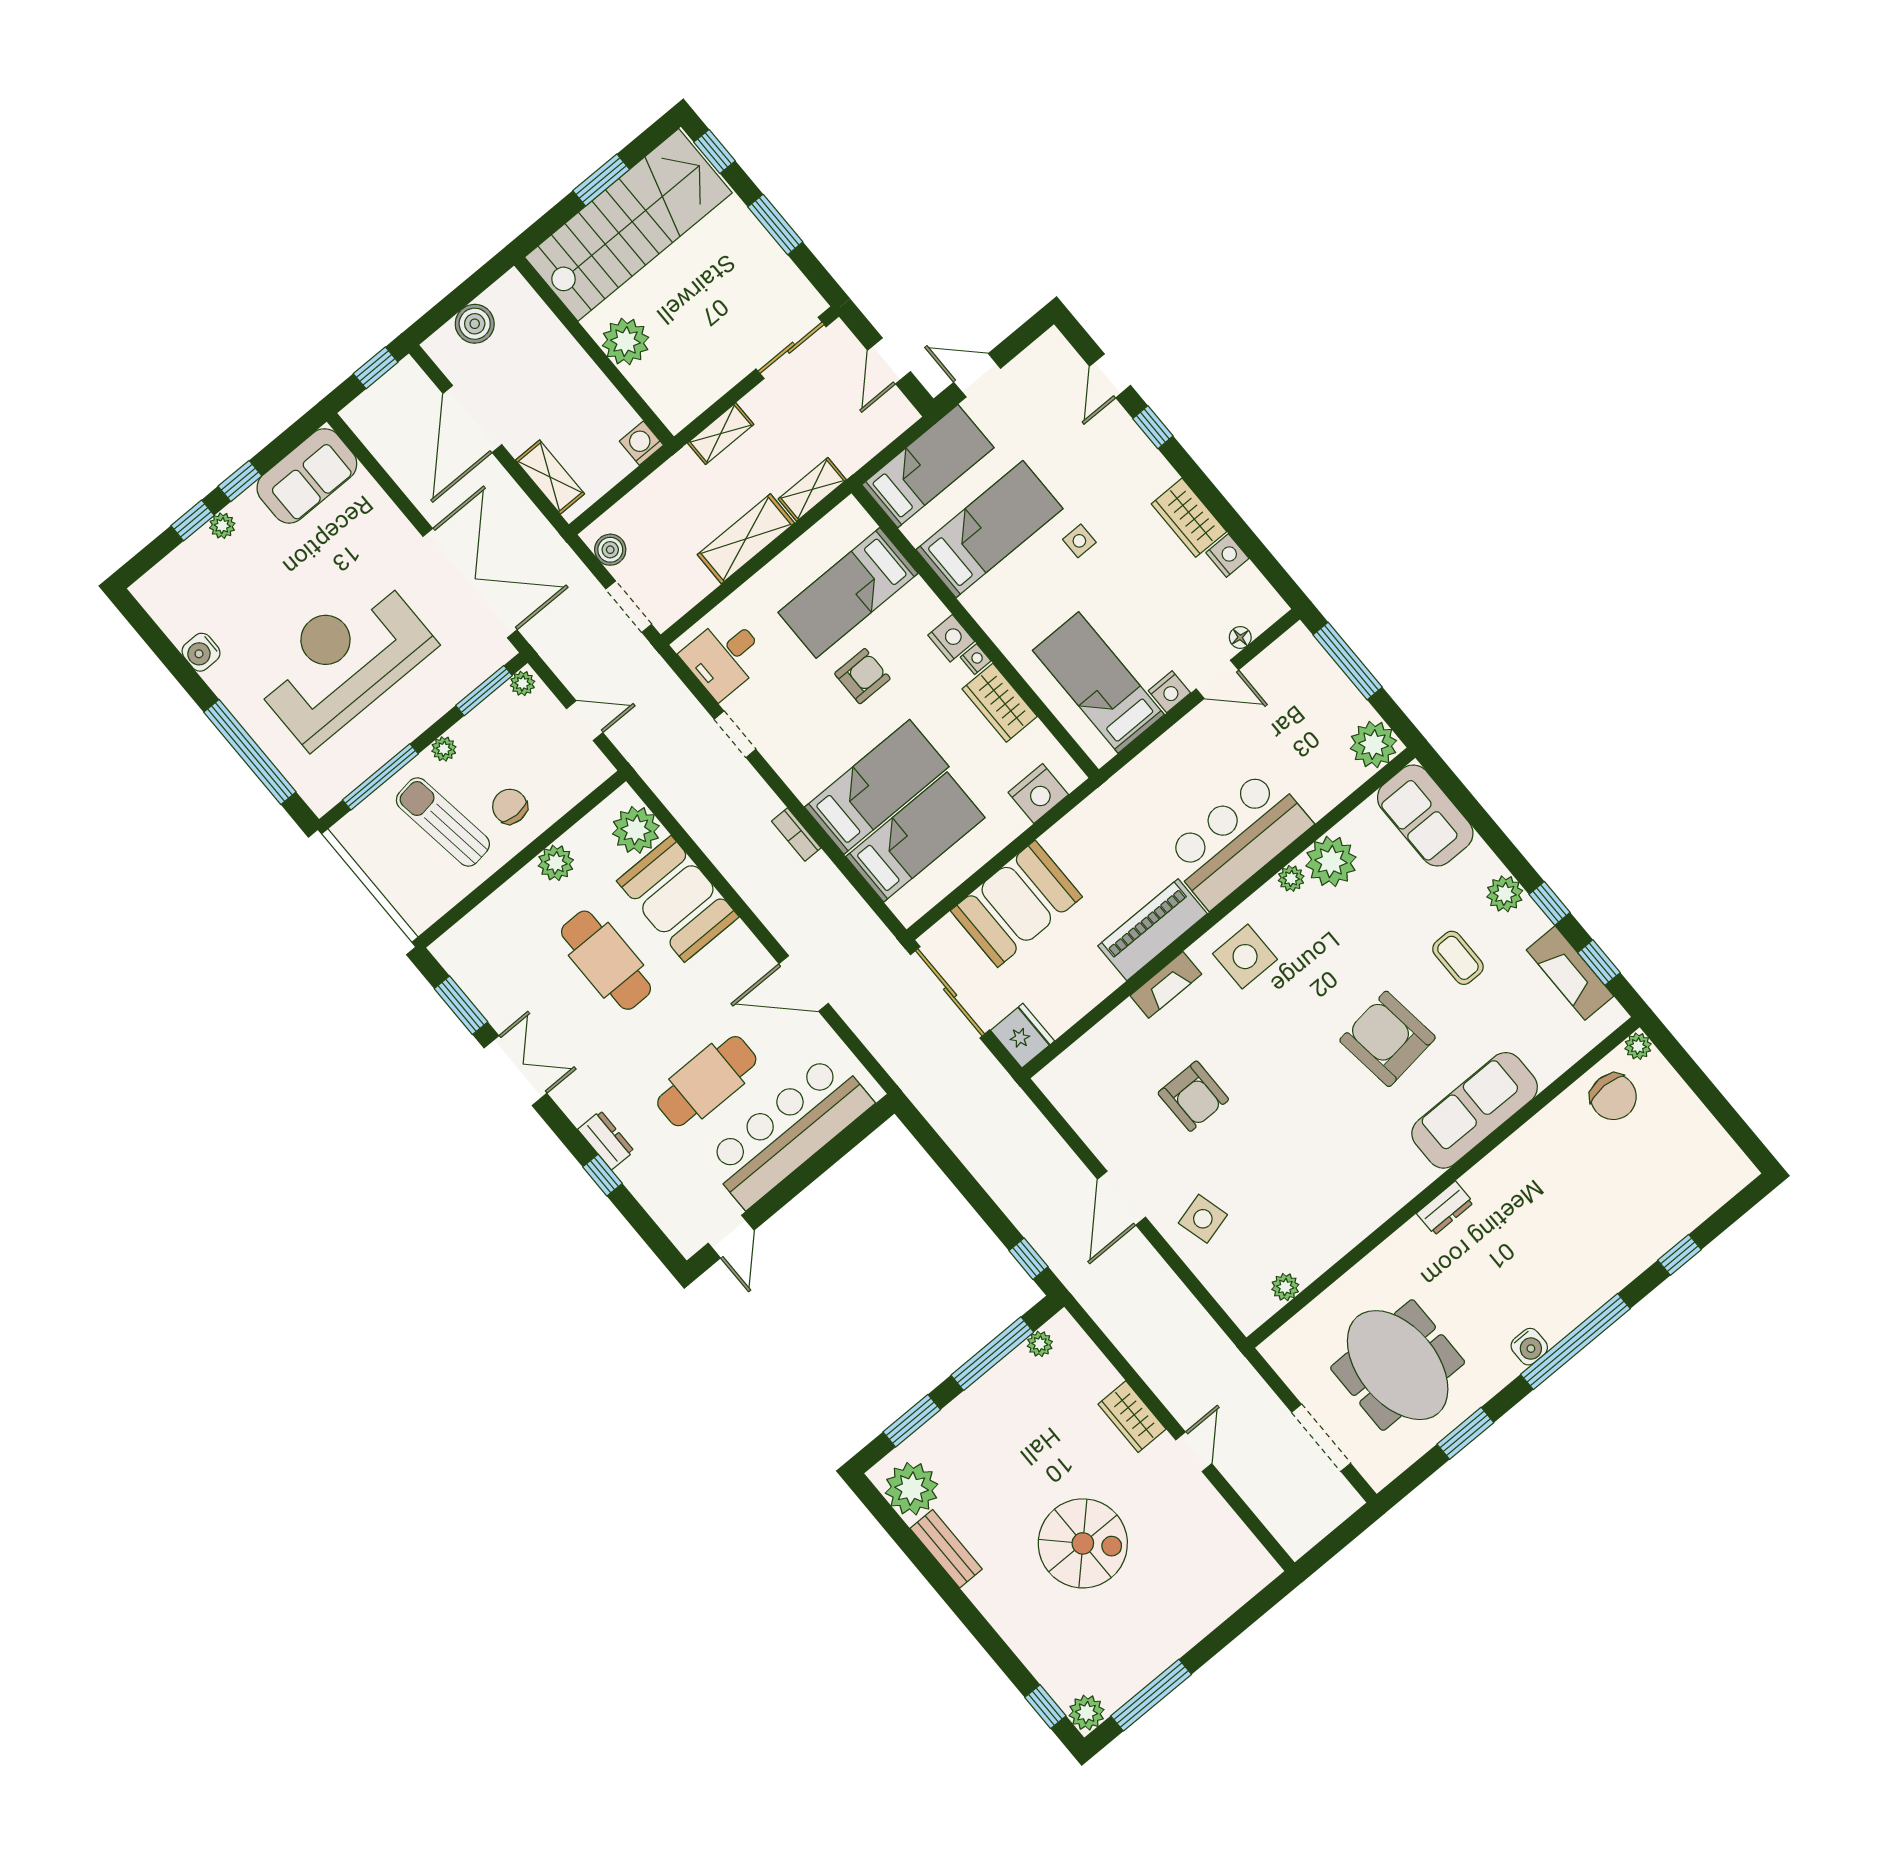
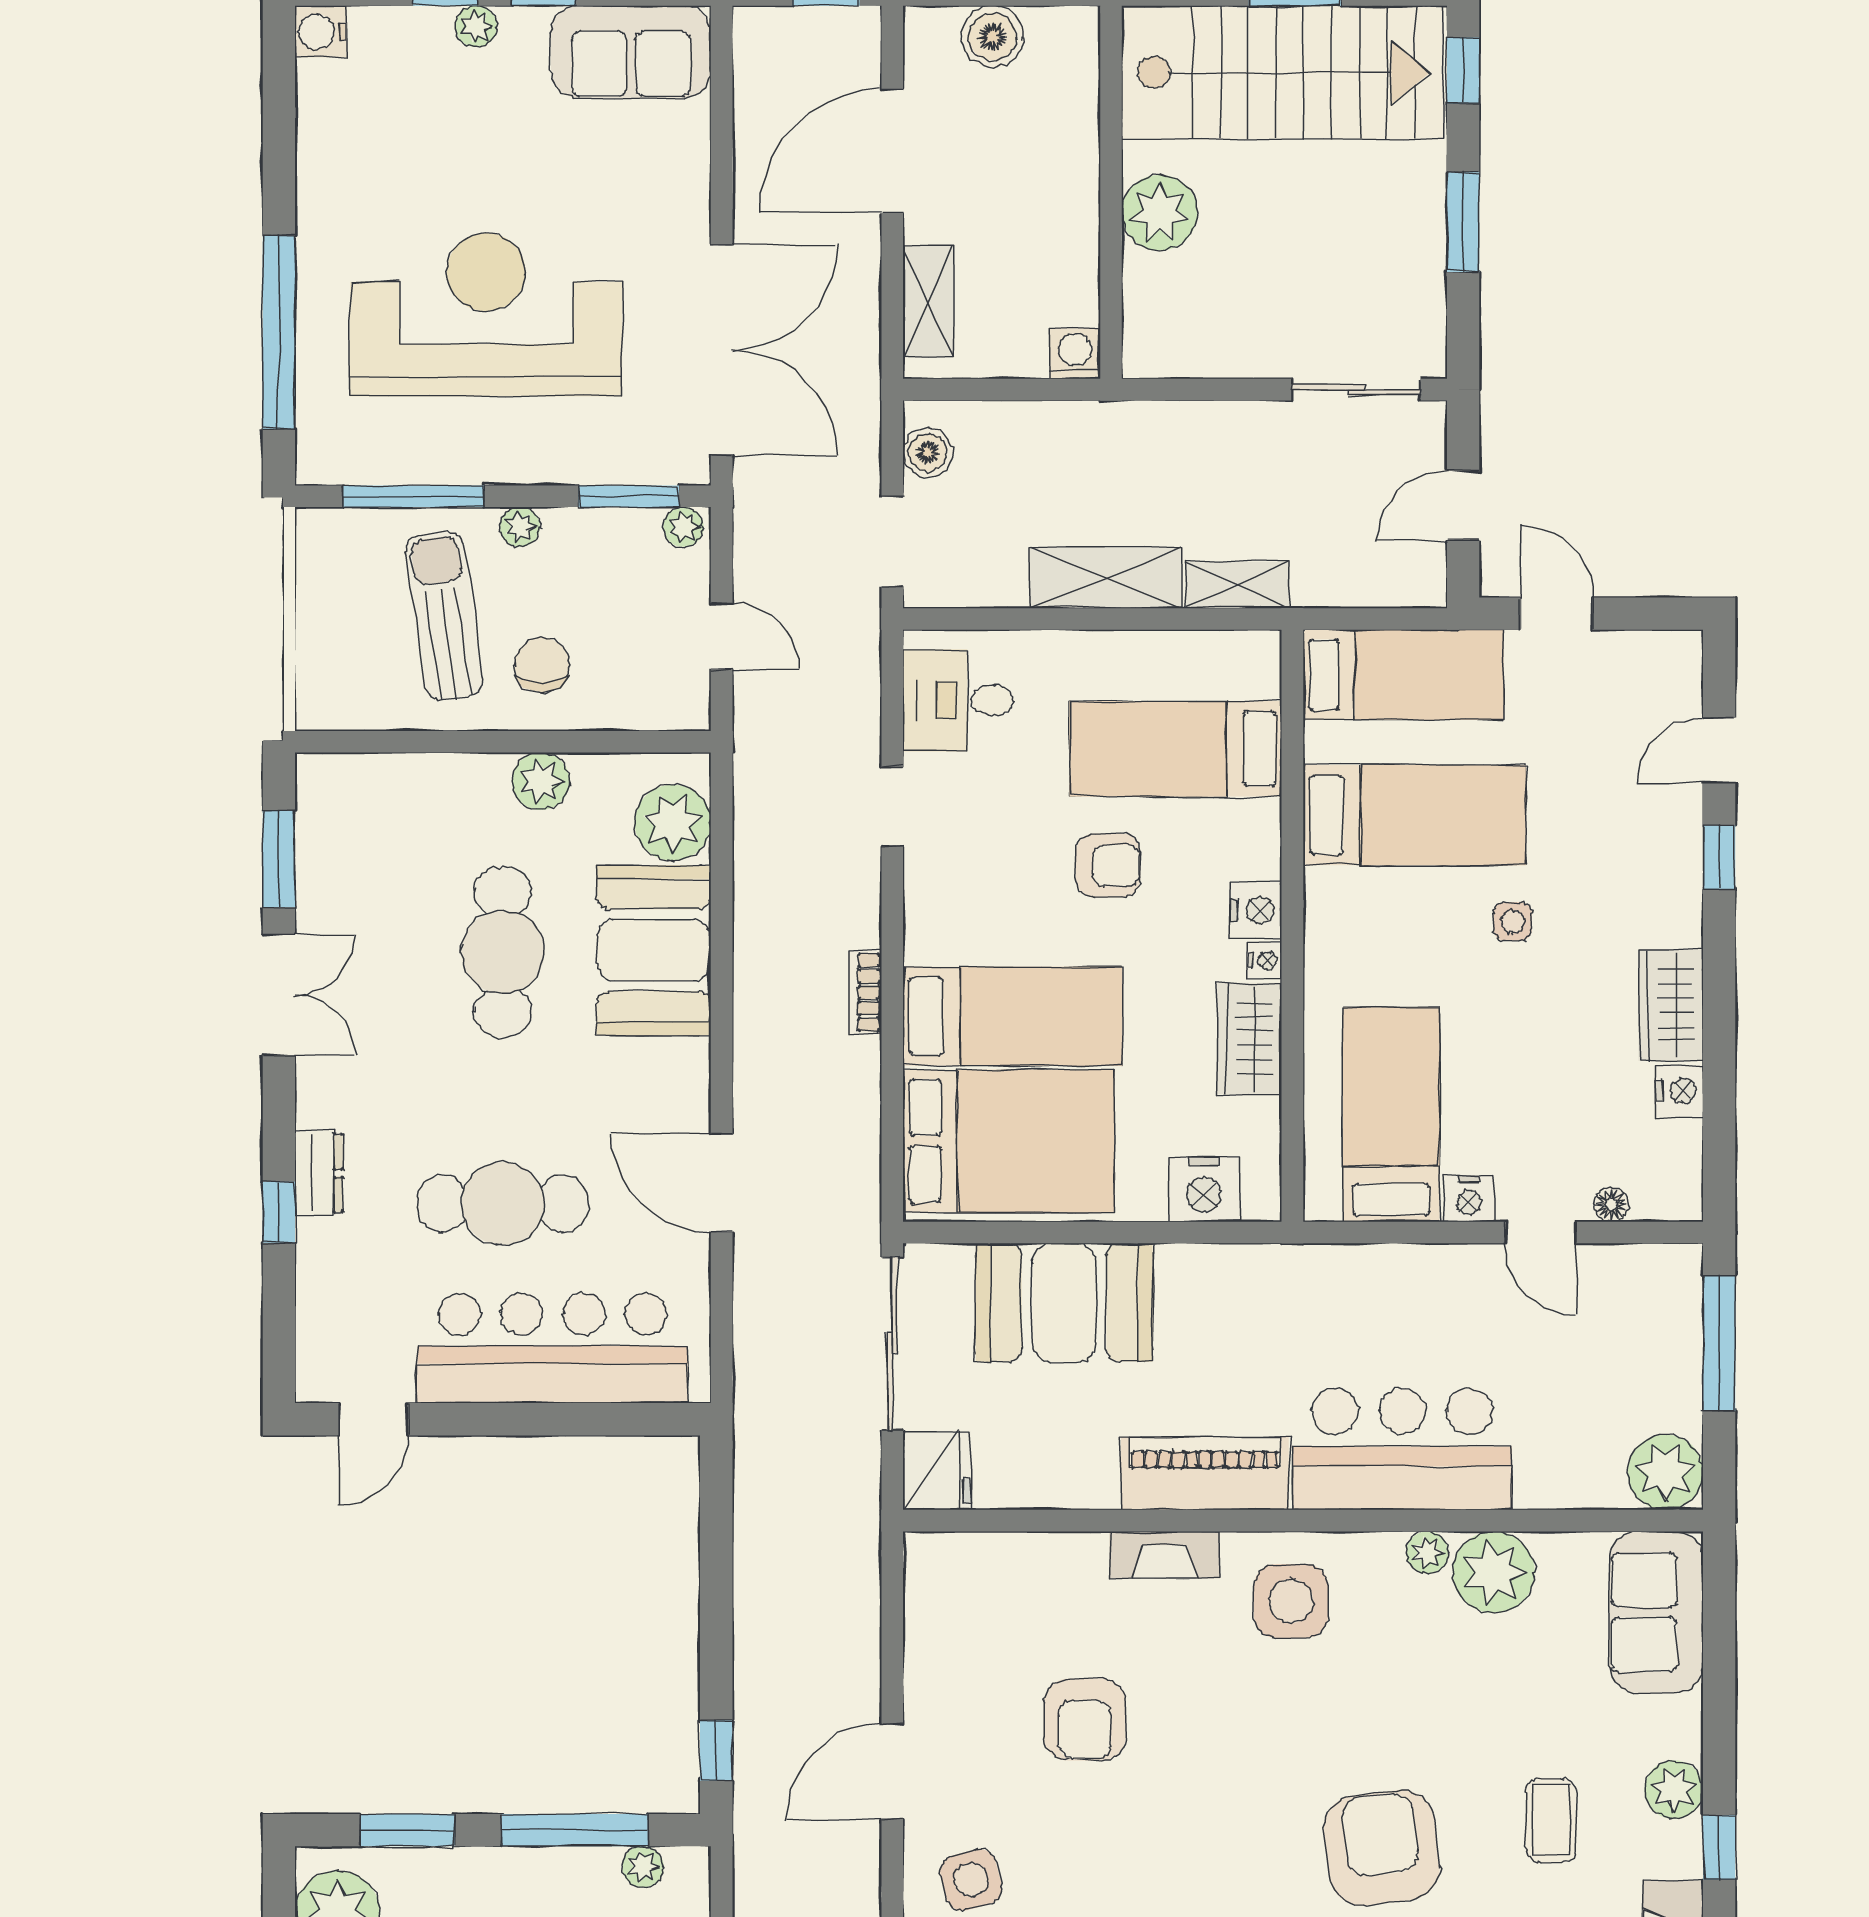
shelving: (721, 434) -> (1182, 423), removed
water cooler: (201, 652) -> (321, 31), moved
bed: (915, 837) -> (1009, 1141), width x1.50

